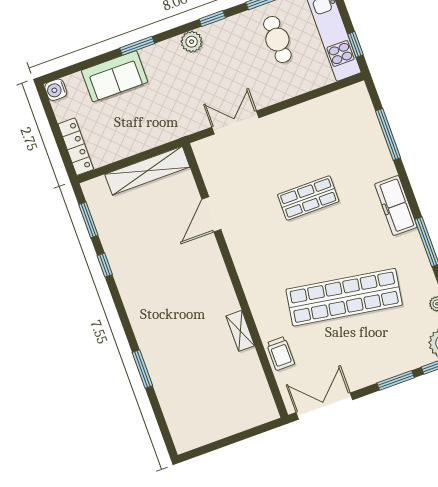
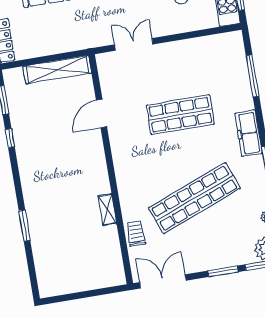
shop shelf: (308, 198) -> (180, 115), width x1.43, depth x1.36
shop shelf: (344, 297) -> (194, 198), turned -30
trolley: (281, 353) -> (136, 233), turned 180

